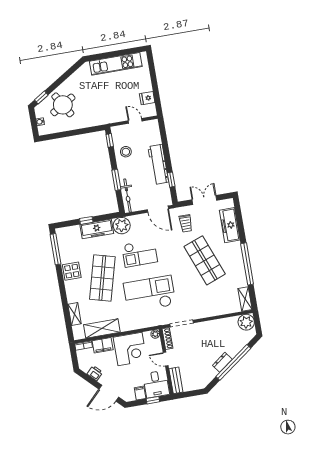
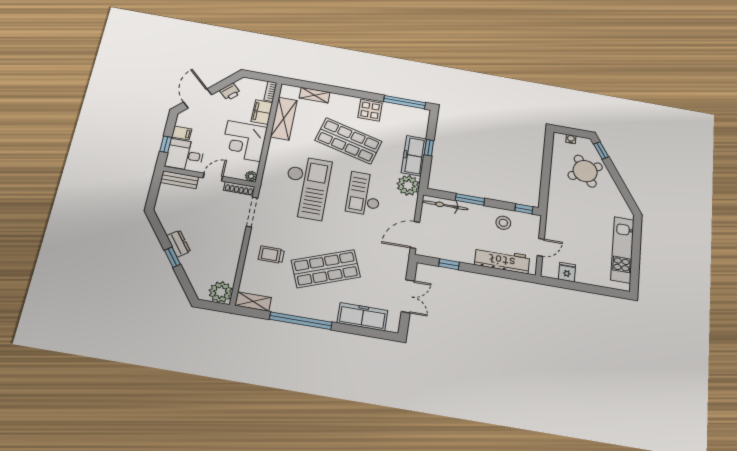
workbench: (158, 164) -> (502, 260), moved
trolley: (186, 223) -> (271, 255), moved
window: (233, 362) -> (172, 257), width x0.32

